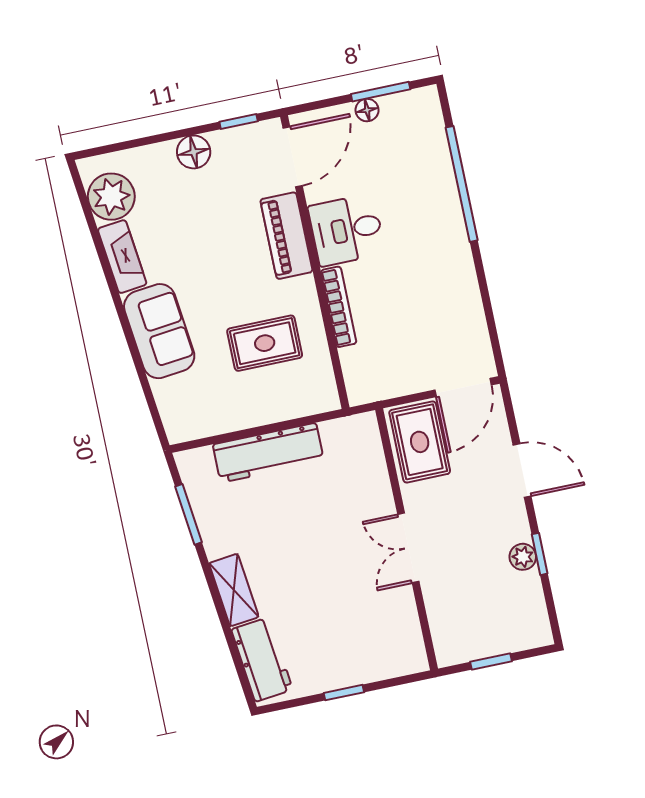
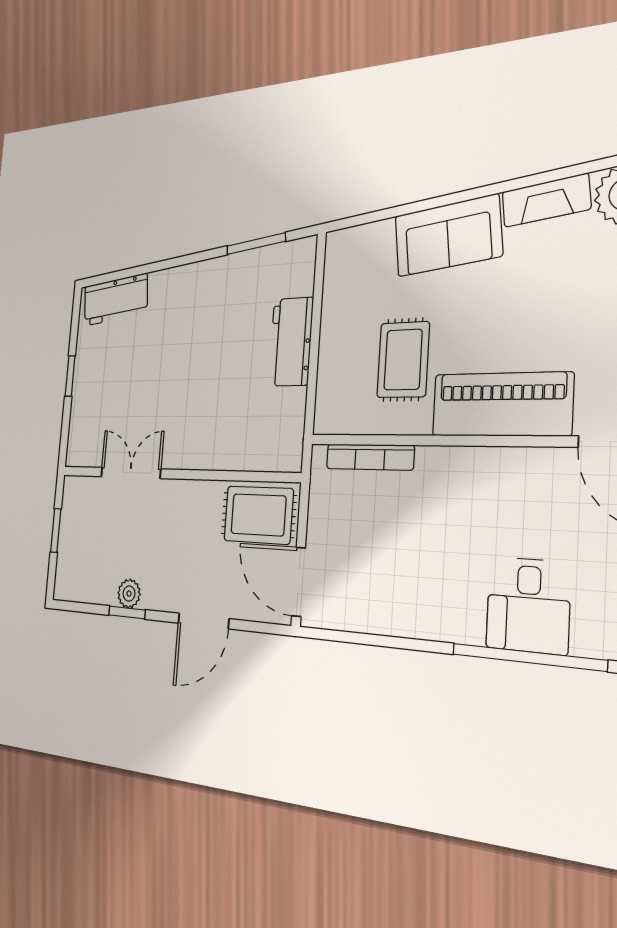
desk: (347, 230) -> (528, 605), moved, turned 180
piano: (286, 236) -> (501, 404), width x1.37, depth x1.33
bookcase: (339, 307) -> (370, 457), moved
workbench: (268, 453) -> (291, 342), width x0.73
double door: (408, 548) -> (130, 473), moved
shelving: (234, 590) -> (178, 281), removed

